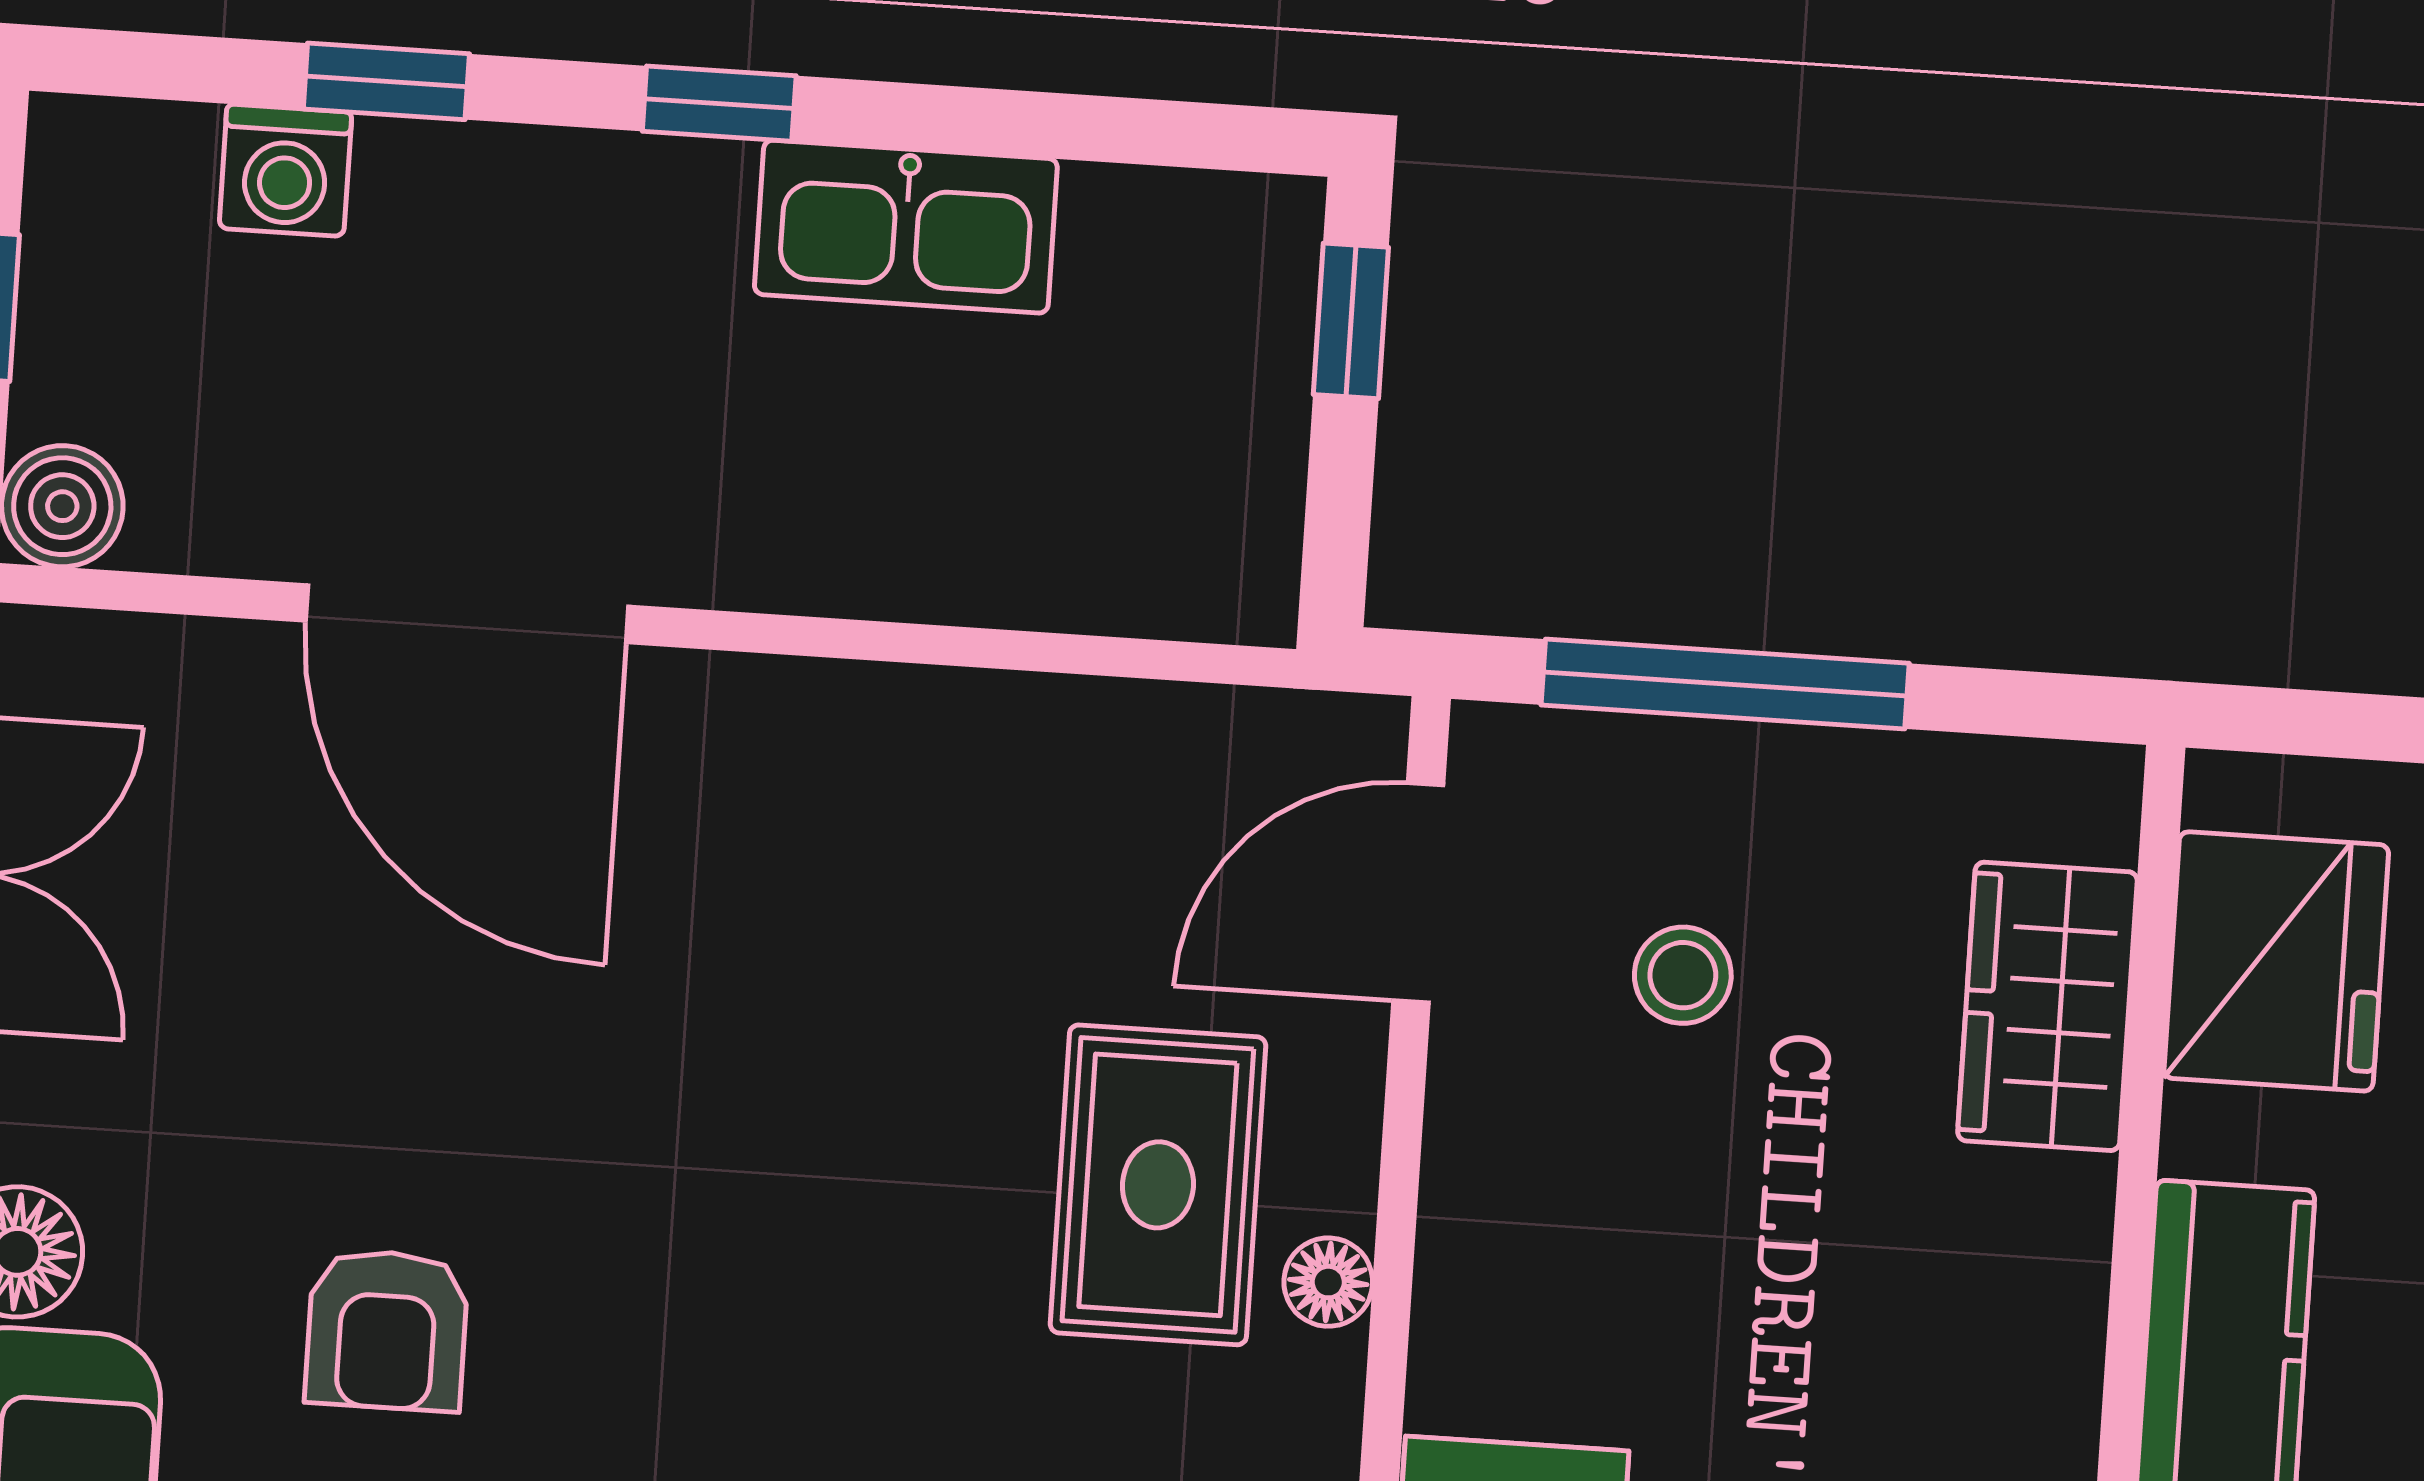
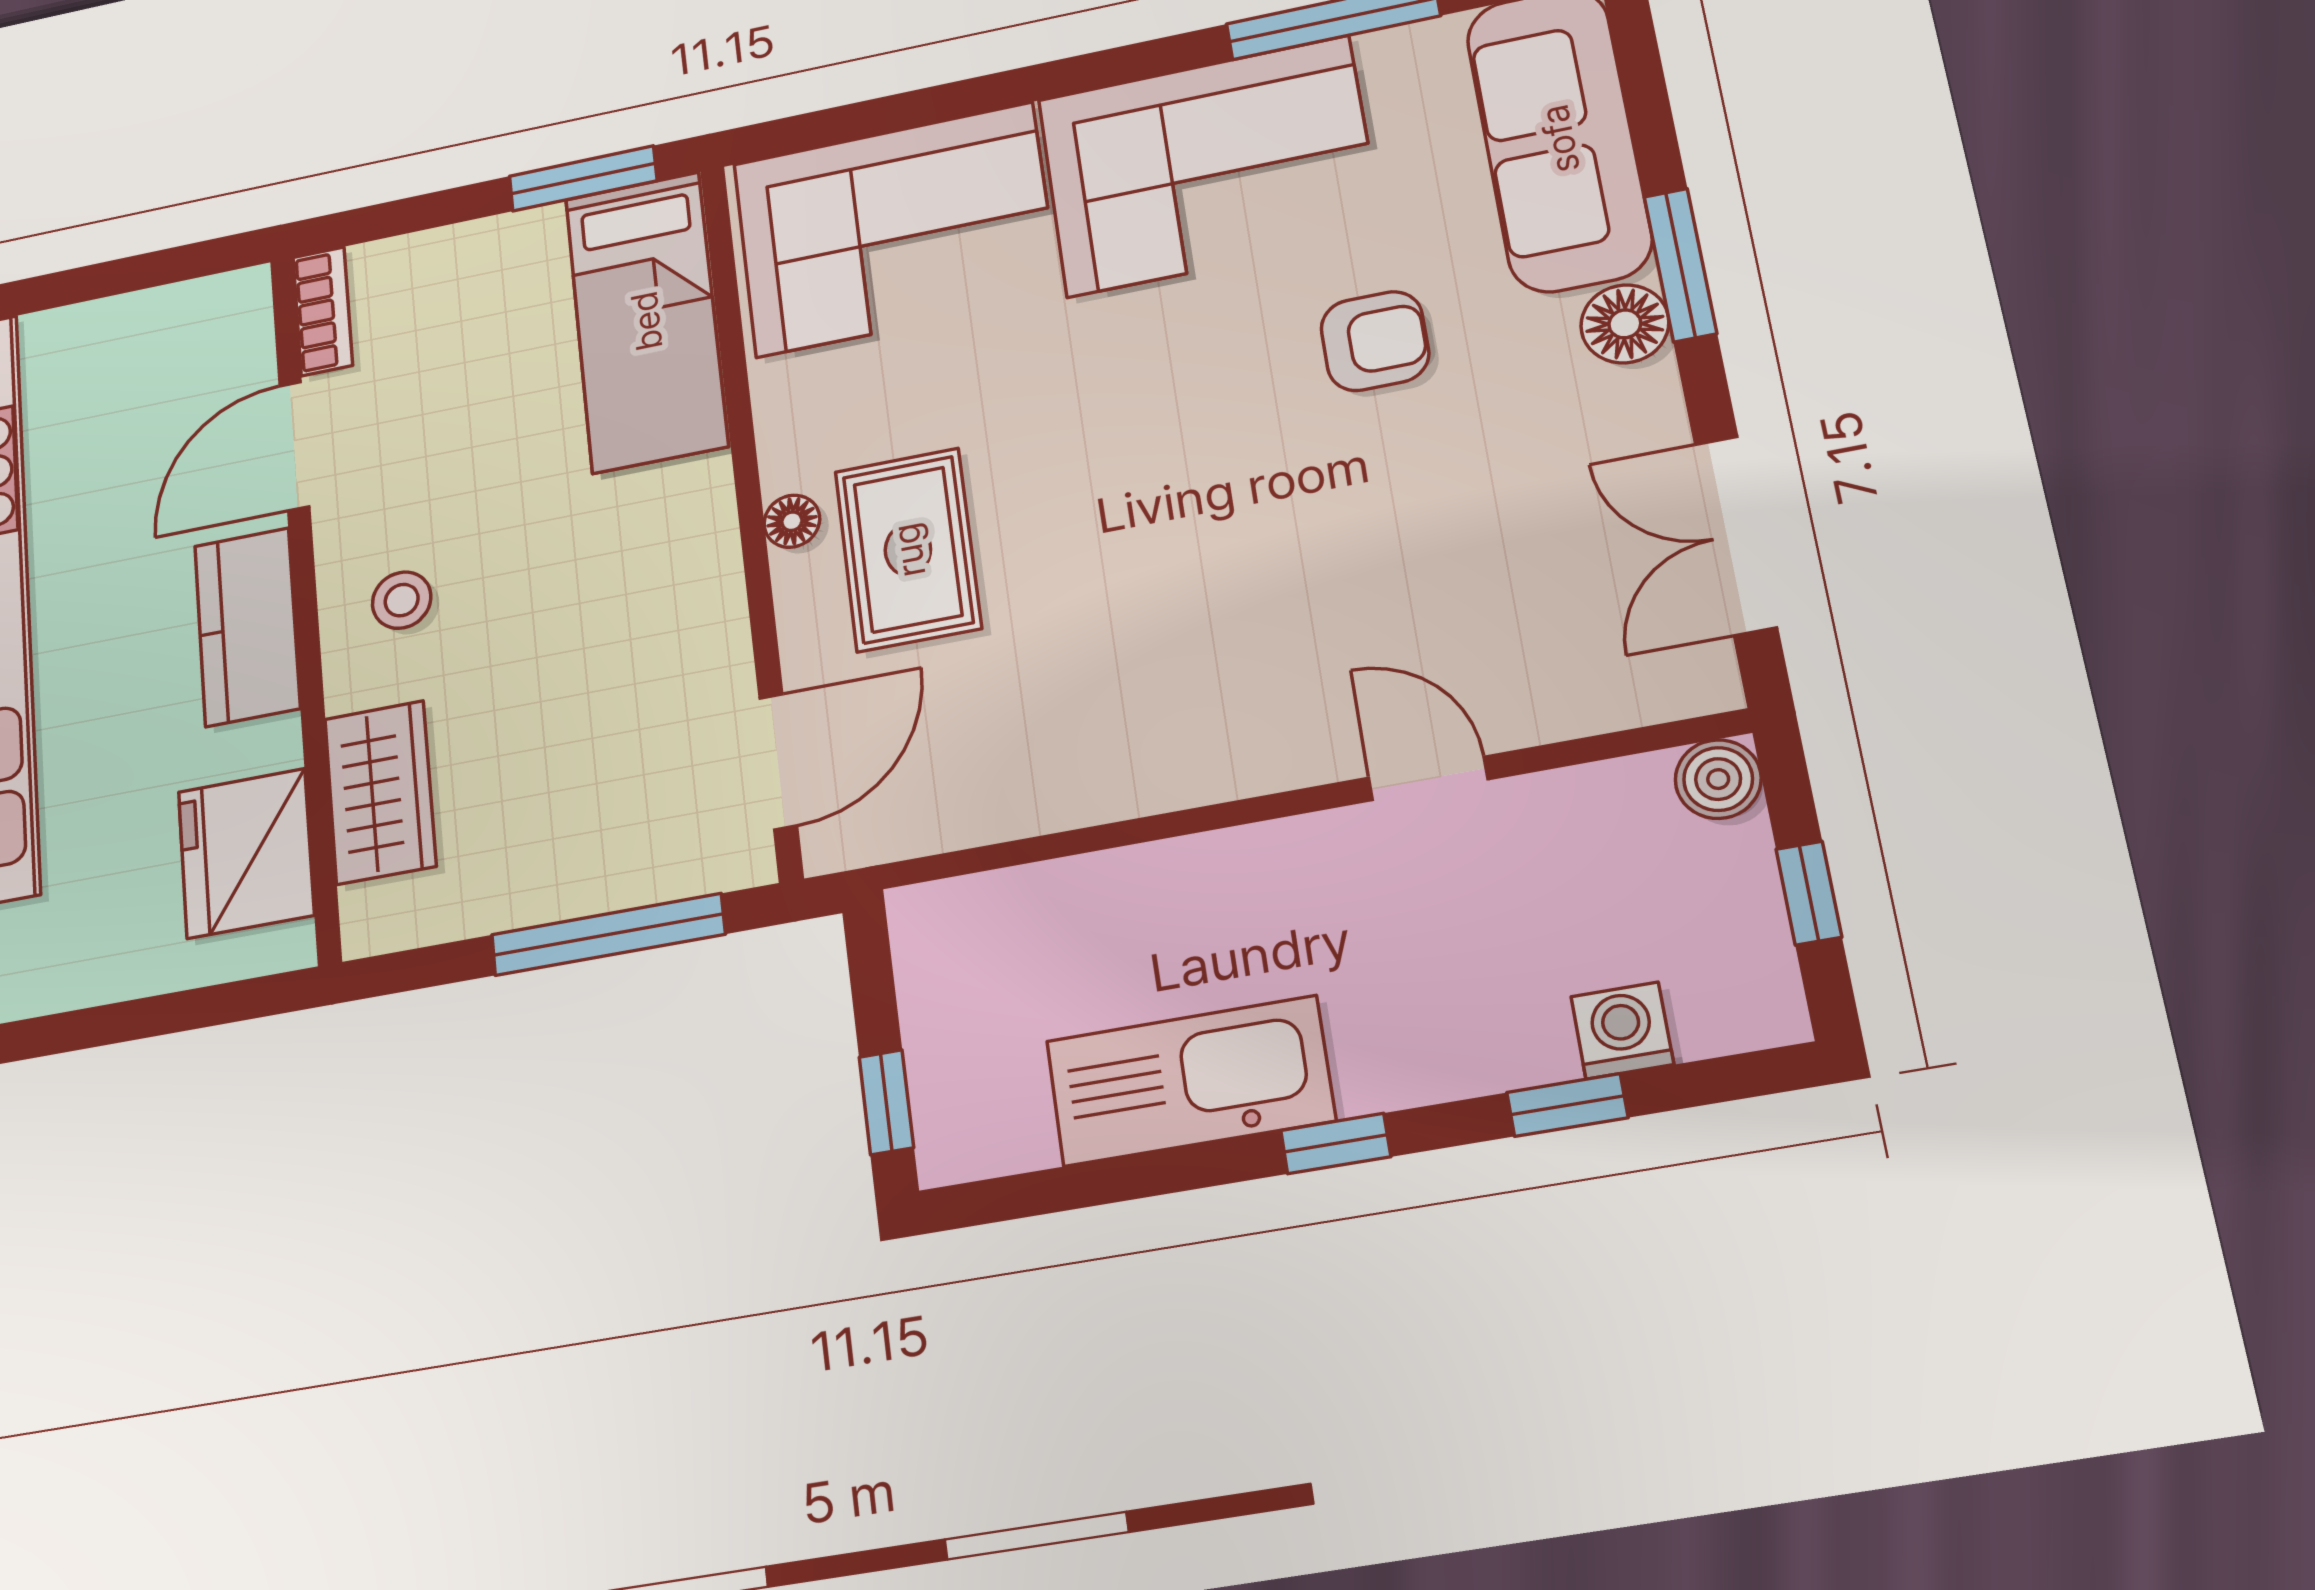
kitchen sink: (906, 227) -> (1190, 1081), width x1.36, depth x1.24
door: (467, 614) -> (1428, 778), width x0.53
stool: (1683, 975) -> (402, 600), moved
armchair: (387, 1330) -> (1375, 341), turned 90

